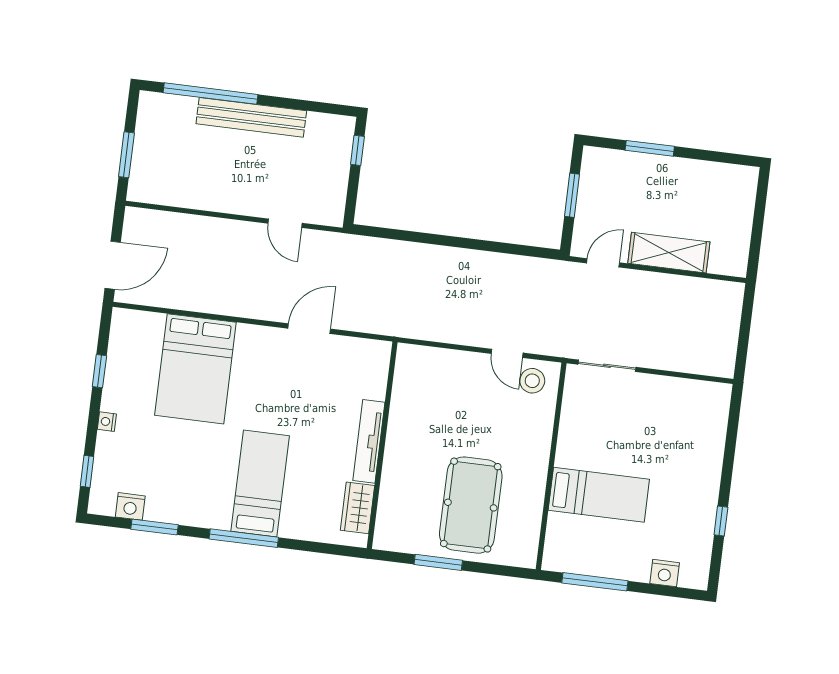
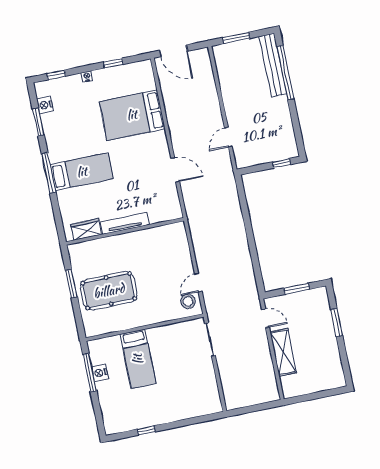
bench: (251, 117) -> (273, 65), moved
nightstand: (665, 573) -> (100, 373), moved

